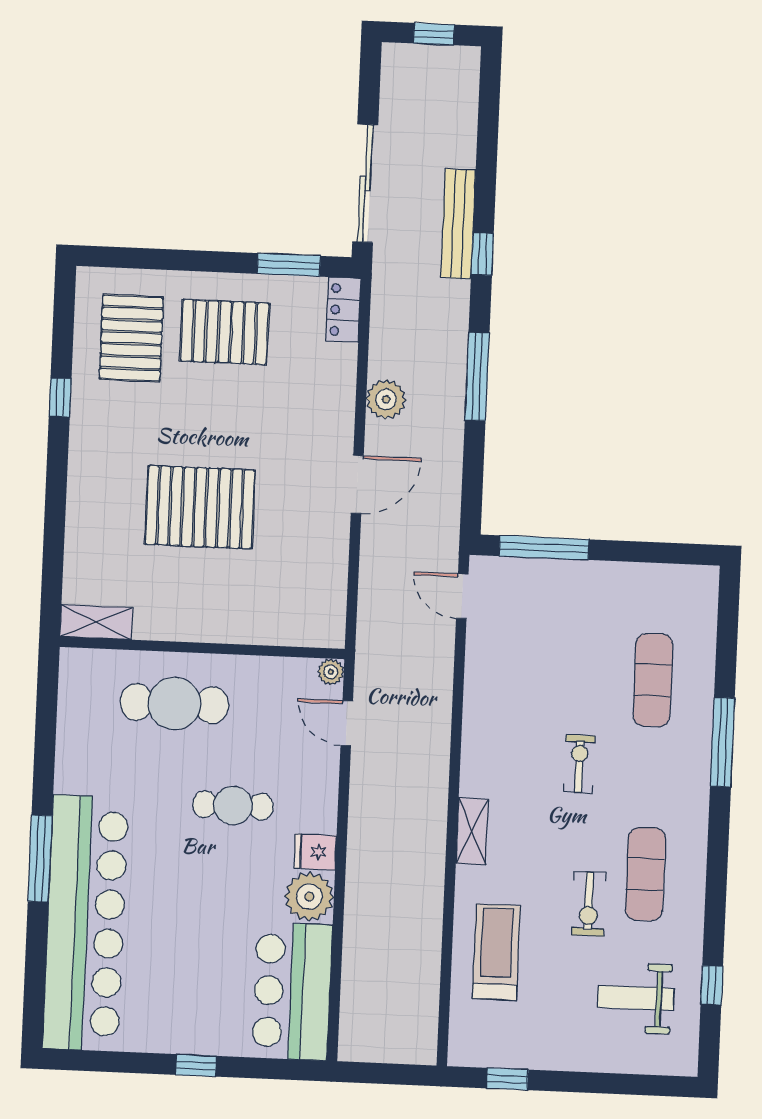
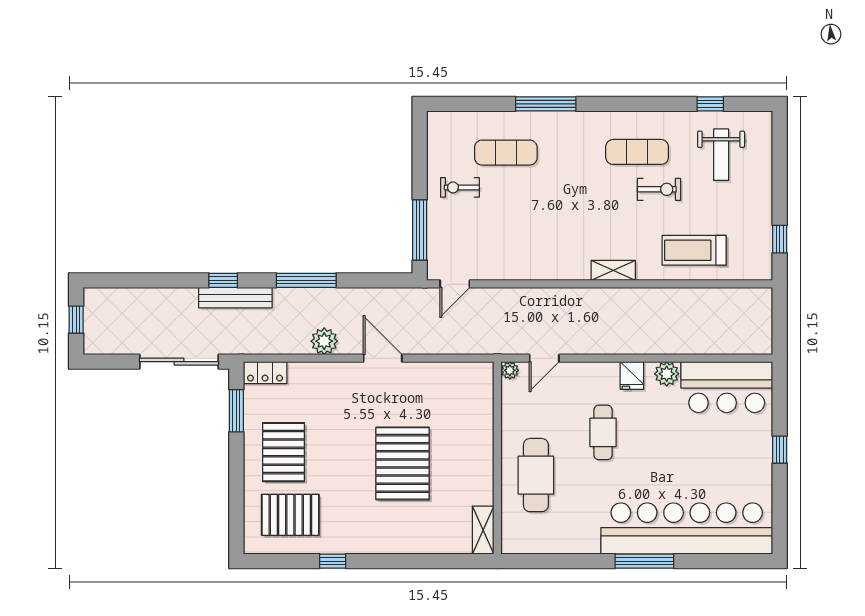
bench: (458, 224) -> (235, 298), moved
exercise bike: (579, 764) -> (460, 187), moved
plant: (309, 897) -> (667, 374), width x0.73, depth x0.73

